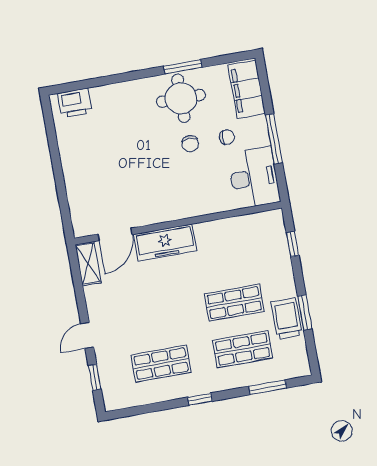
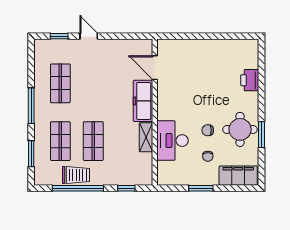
printer: (75, 103) -> (250, 80), moved
window: (274, 139) -> (201, 188), width x0.69
desk: (254, 178) -> (172, 141), moved, turned 90
shelving: (88, 264) -> (146, 137), moved, turned 90
window: (305, 312) -> (78, 188), width x2.11
window: (200, 399) -> (31, 106), width x2.17

